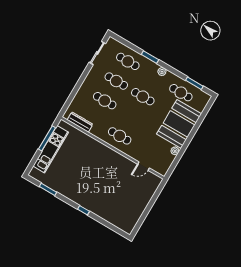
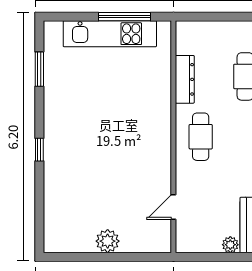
dresser: (80, 122) -> (185, 79), moved
door: (144, 166) -> (173, 207), hinge flipped
plant: (141, 204) -> (108, 241), added

